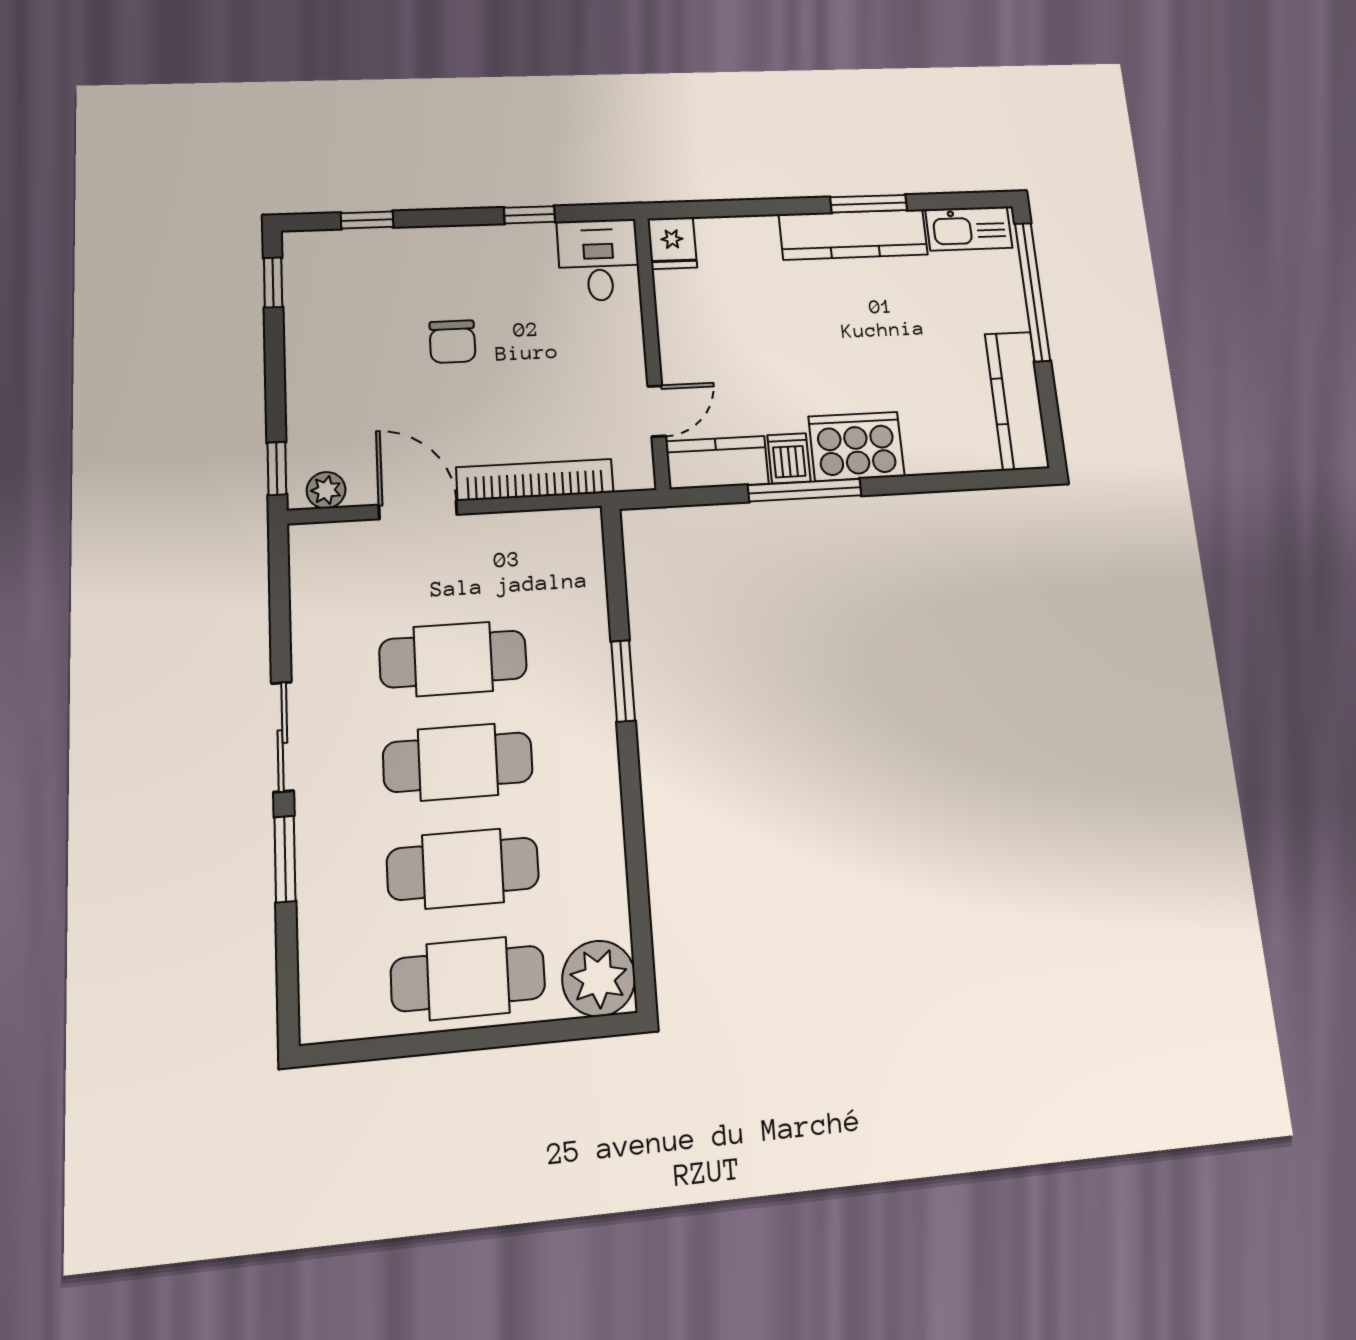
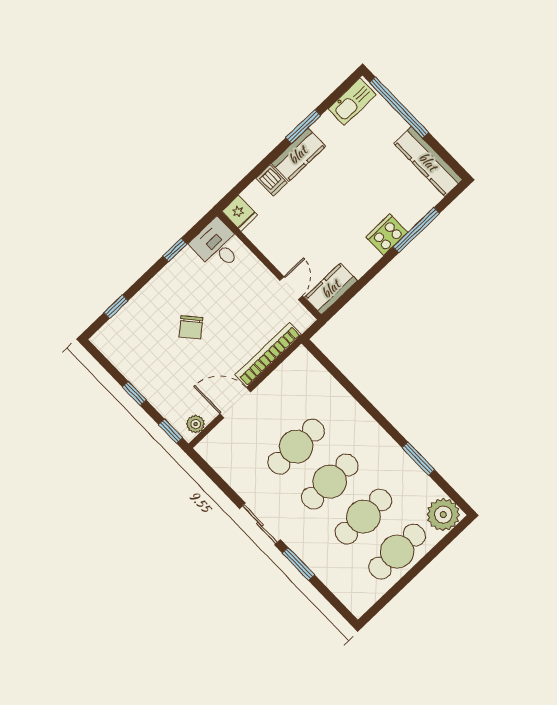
kitchen counter: (853, 235) -> (298, 155), width x0.67
window: (273, 282) -> (134, 393), moved
chair: (452, 342) -> (191, 327), turned 50
cooker: (856, 446) -> (387, 235), width x0.73, depth x0.76
dishwasher: (789, 458) -> (272, 180), moved, turned 180
window: (805, 490) -> (416, 230), moved
window: (623, 681) -> (418, 459), moved

